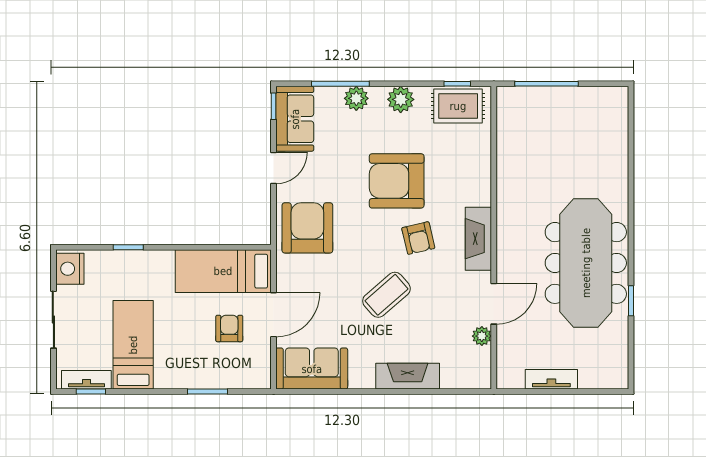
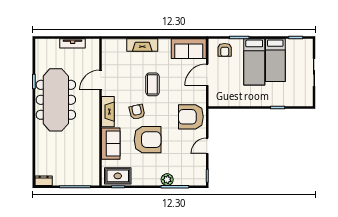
dresser: (611, 96) -> (44, 181), added
plant: (401, 99) -> (146, 179), removed
sofa: (295, 119) -> (111, 144), moved, turned 180
armchair: (307, 228) -> (191, 117), turned 90
nightstand: (70, 269) -> (306, 97), removed
bed: (223, 271) -> (254, 62), moved, turned 90
coffee table: (386, 295) -> (152, 84), turned -49
armchair: (229, 328) -> (225, 50), moved
plant: (482, 336) -> (106, 64), removed
tv unit: (86, 380) -> (298, 43), removed

